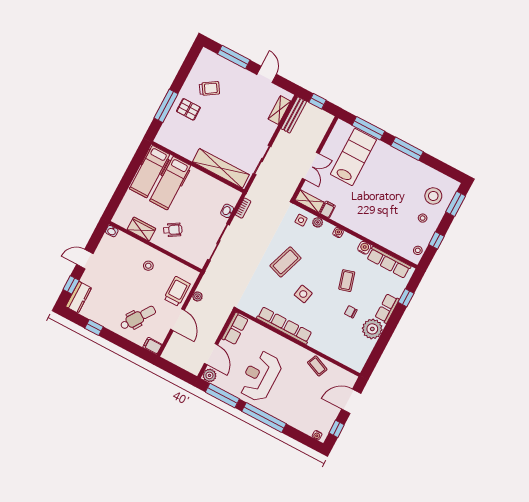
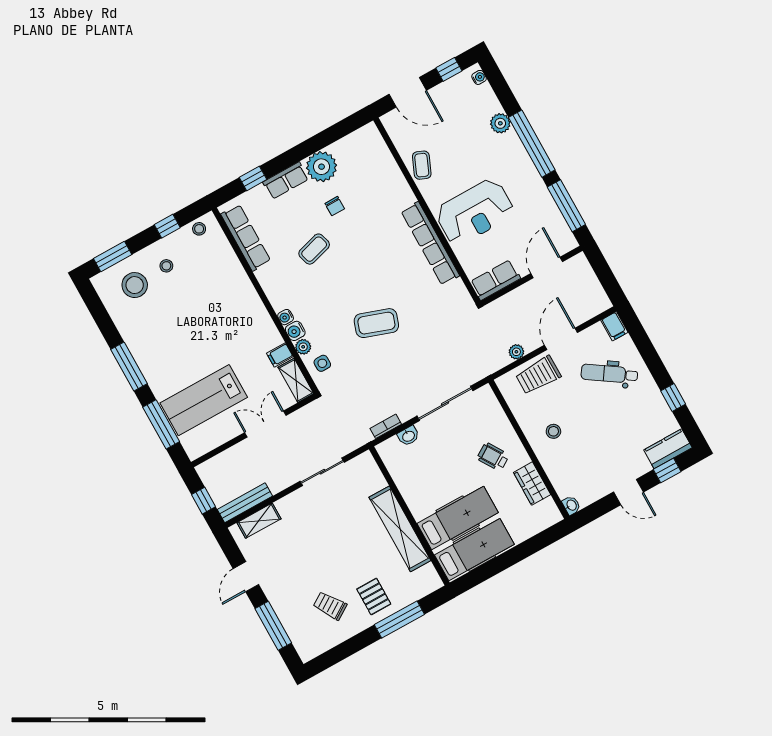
shelving: (221, 168) -> (400, 529), moved
water cooler: (364, 248) -> (295, 331), moved
side table: (303, 294) -> (380, 268), removed
plant: (209, 375) -> (500, 123), moved
reception desk: (260, 376) -> (475, 212), moved

